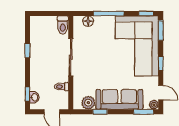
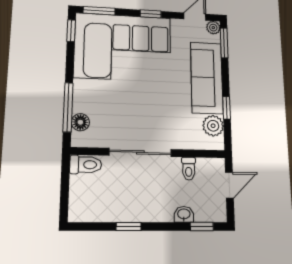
window: (109, 13) -> (68, 107), moved
washbasin: (34, 97) -> (184, 214), moved

